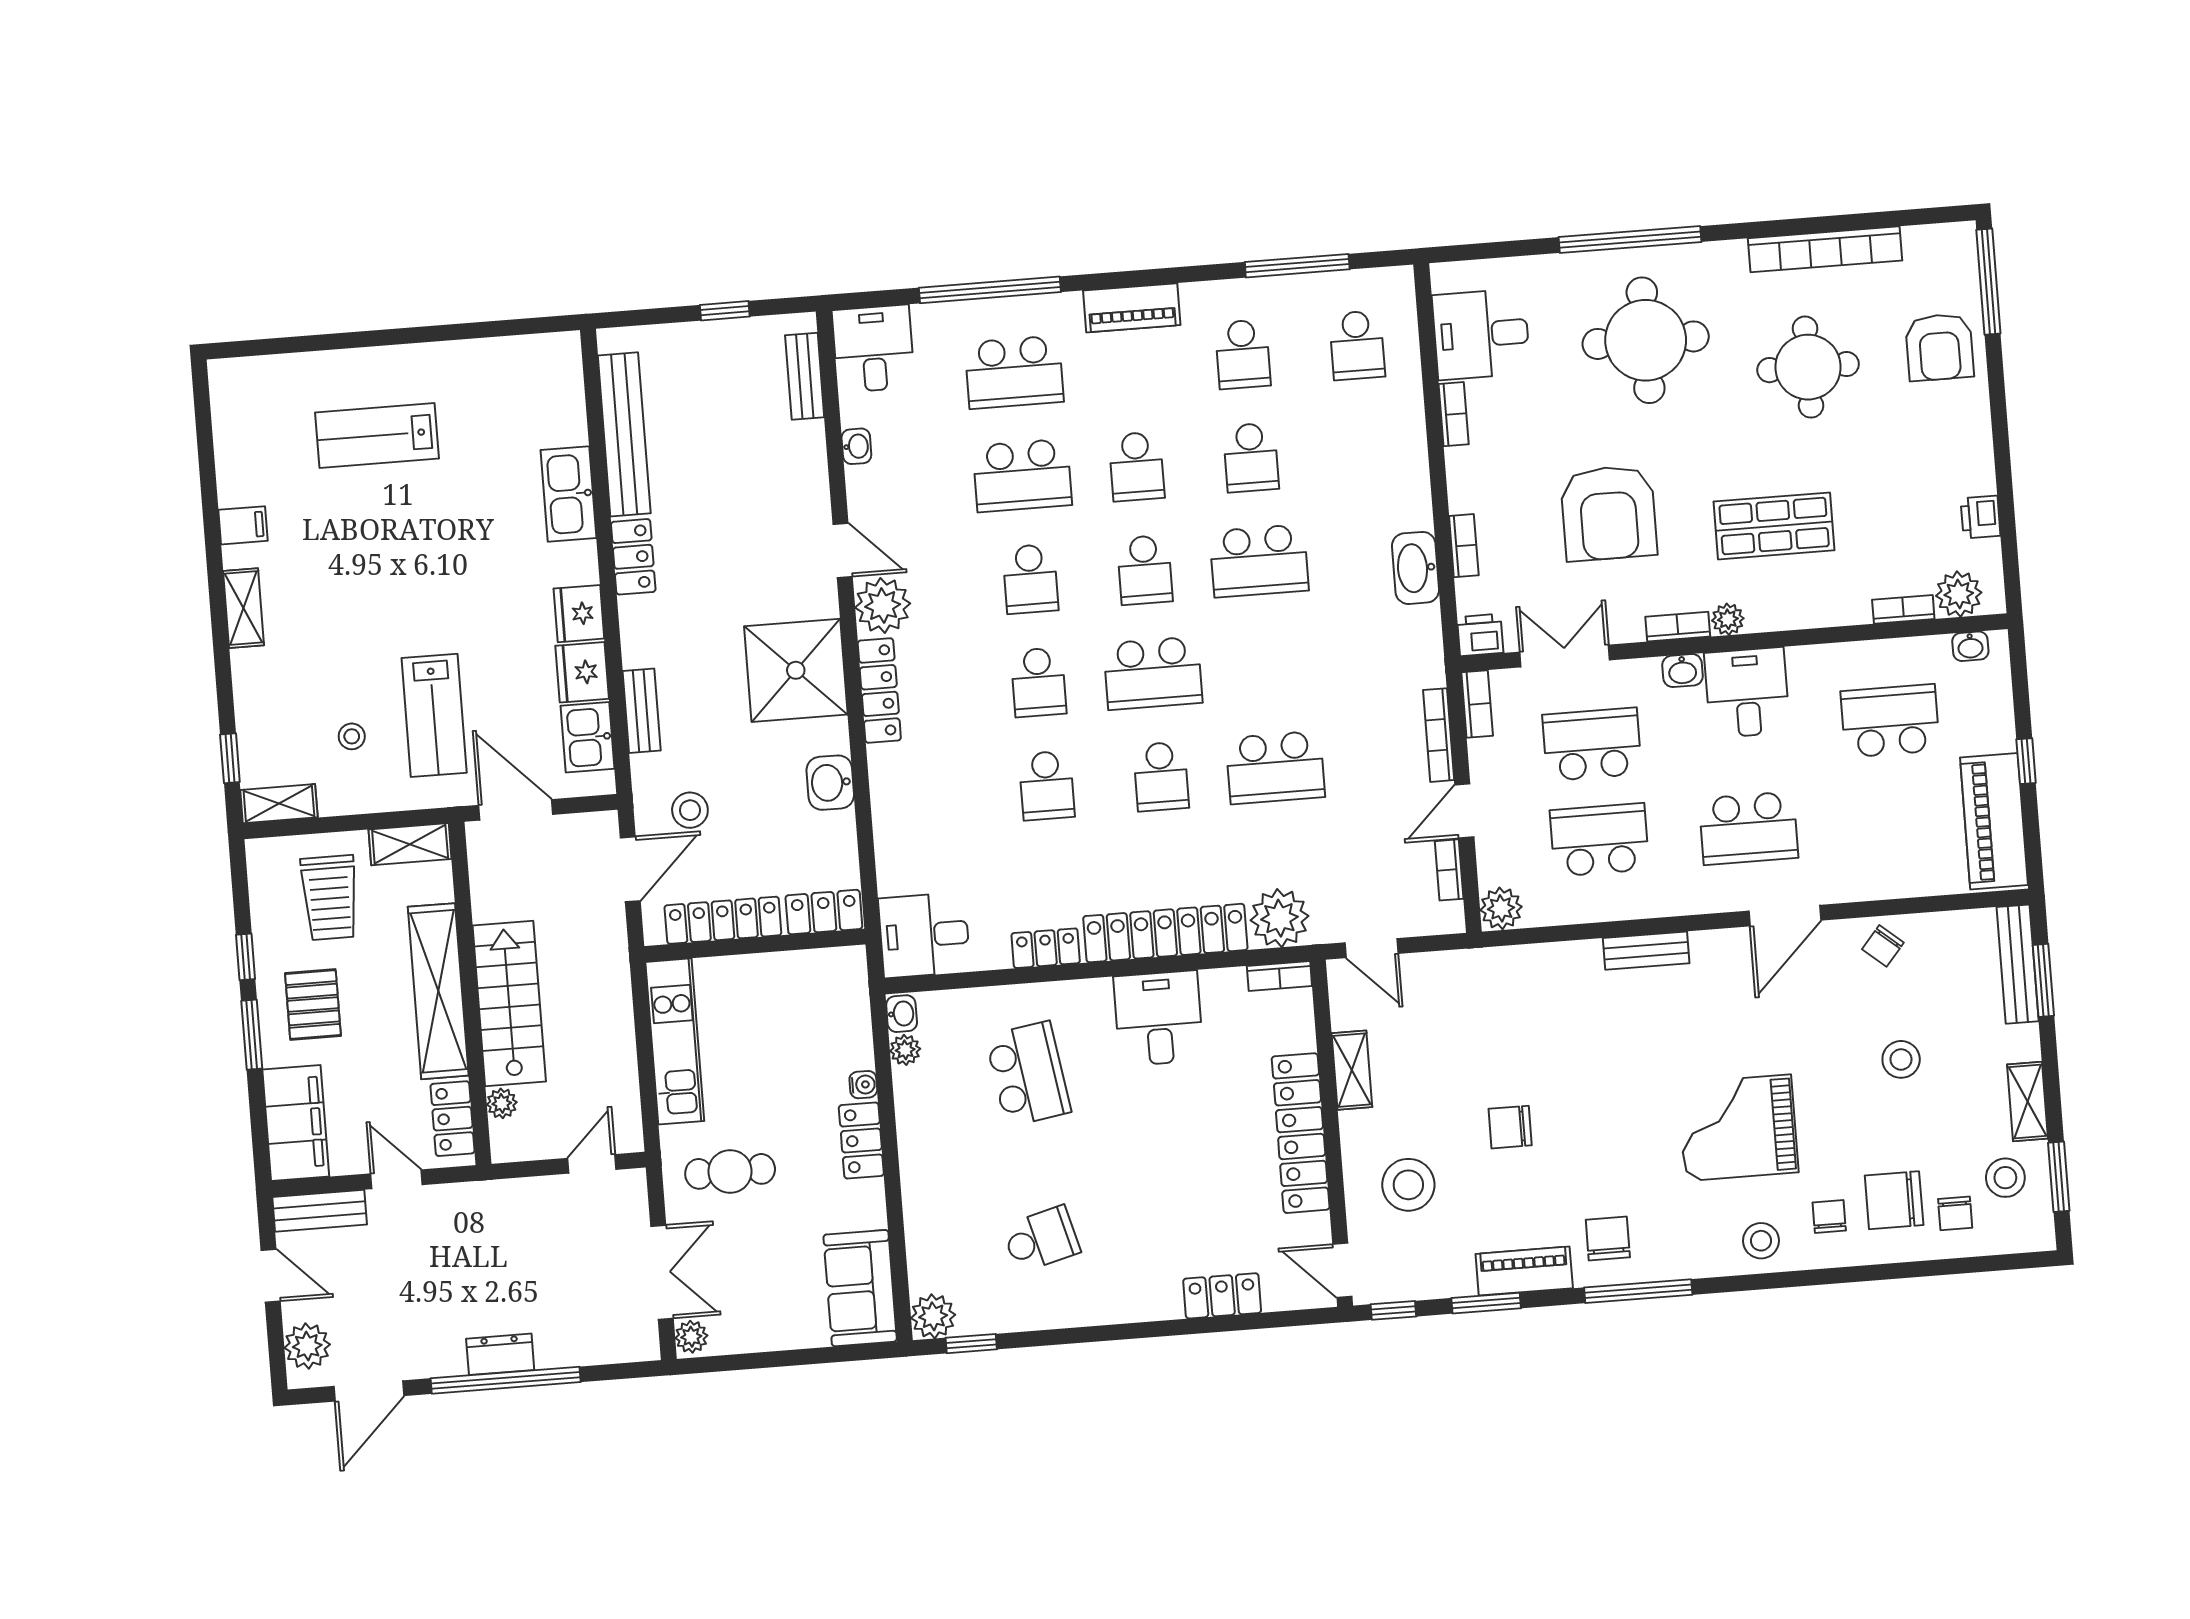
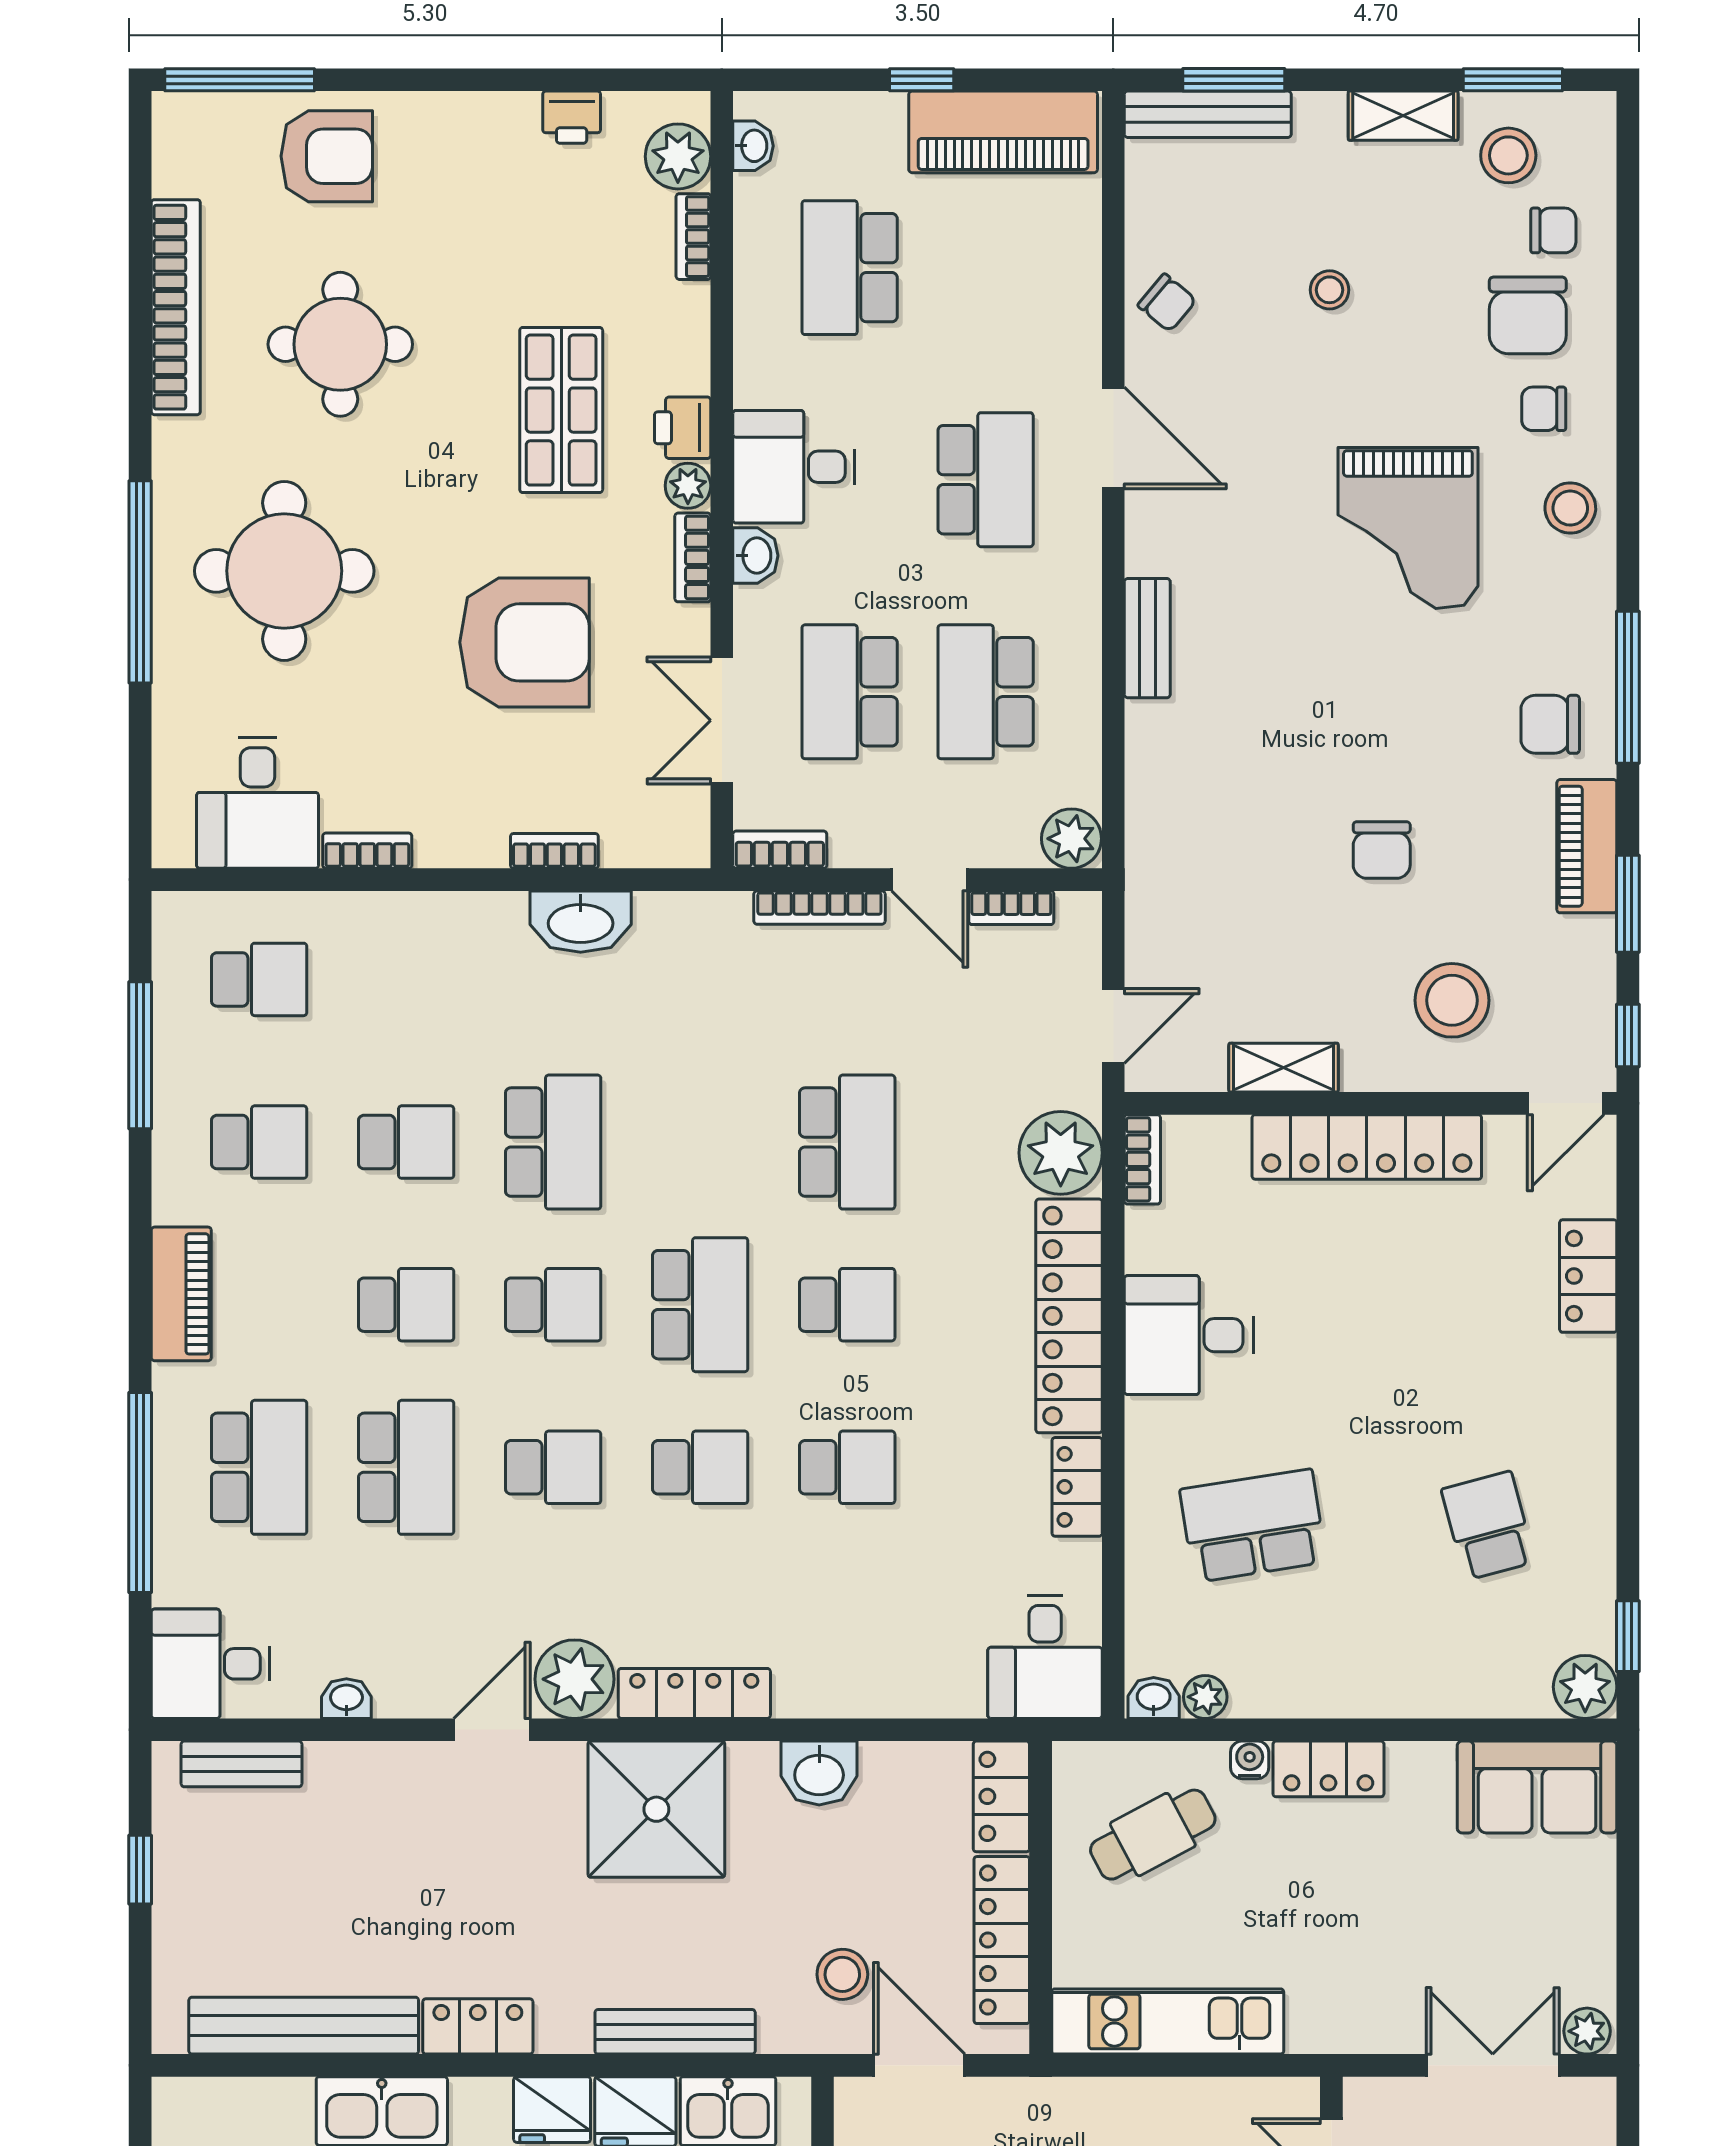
printer: (1480, 635) -> (683, 428), moved
bench: (642, 711) -> (675, 2032), width x1.36
stool: (1901, 1059) -> (1330, 290), width x0.73, depth x0.73
cafe table: (730, 1171) -> (1153, 1835), moved, turned 62

